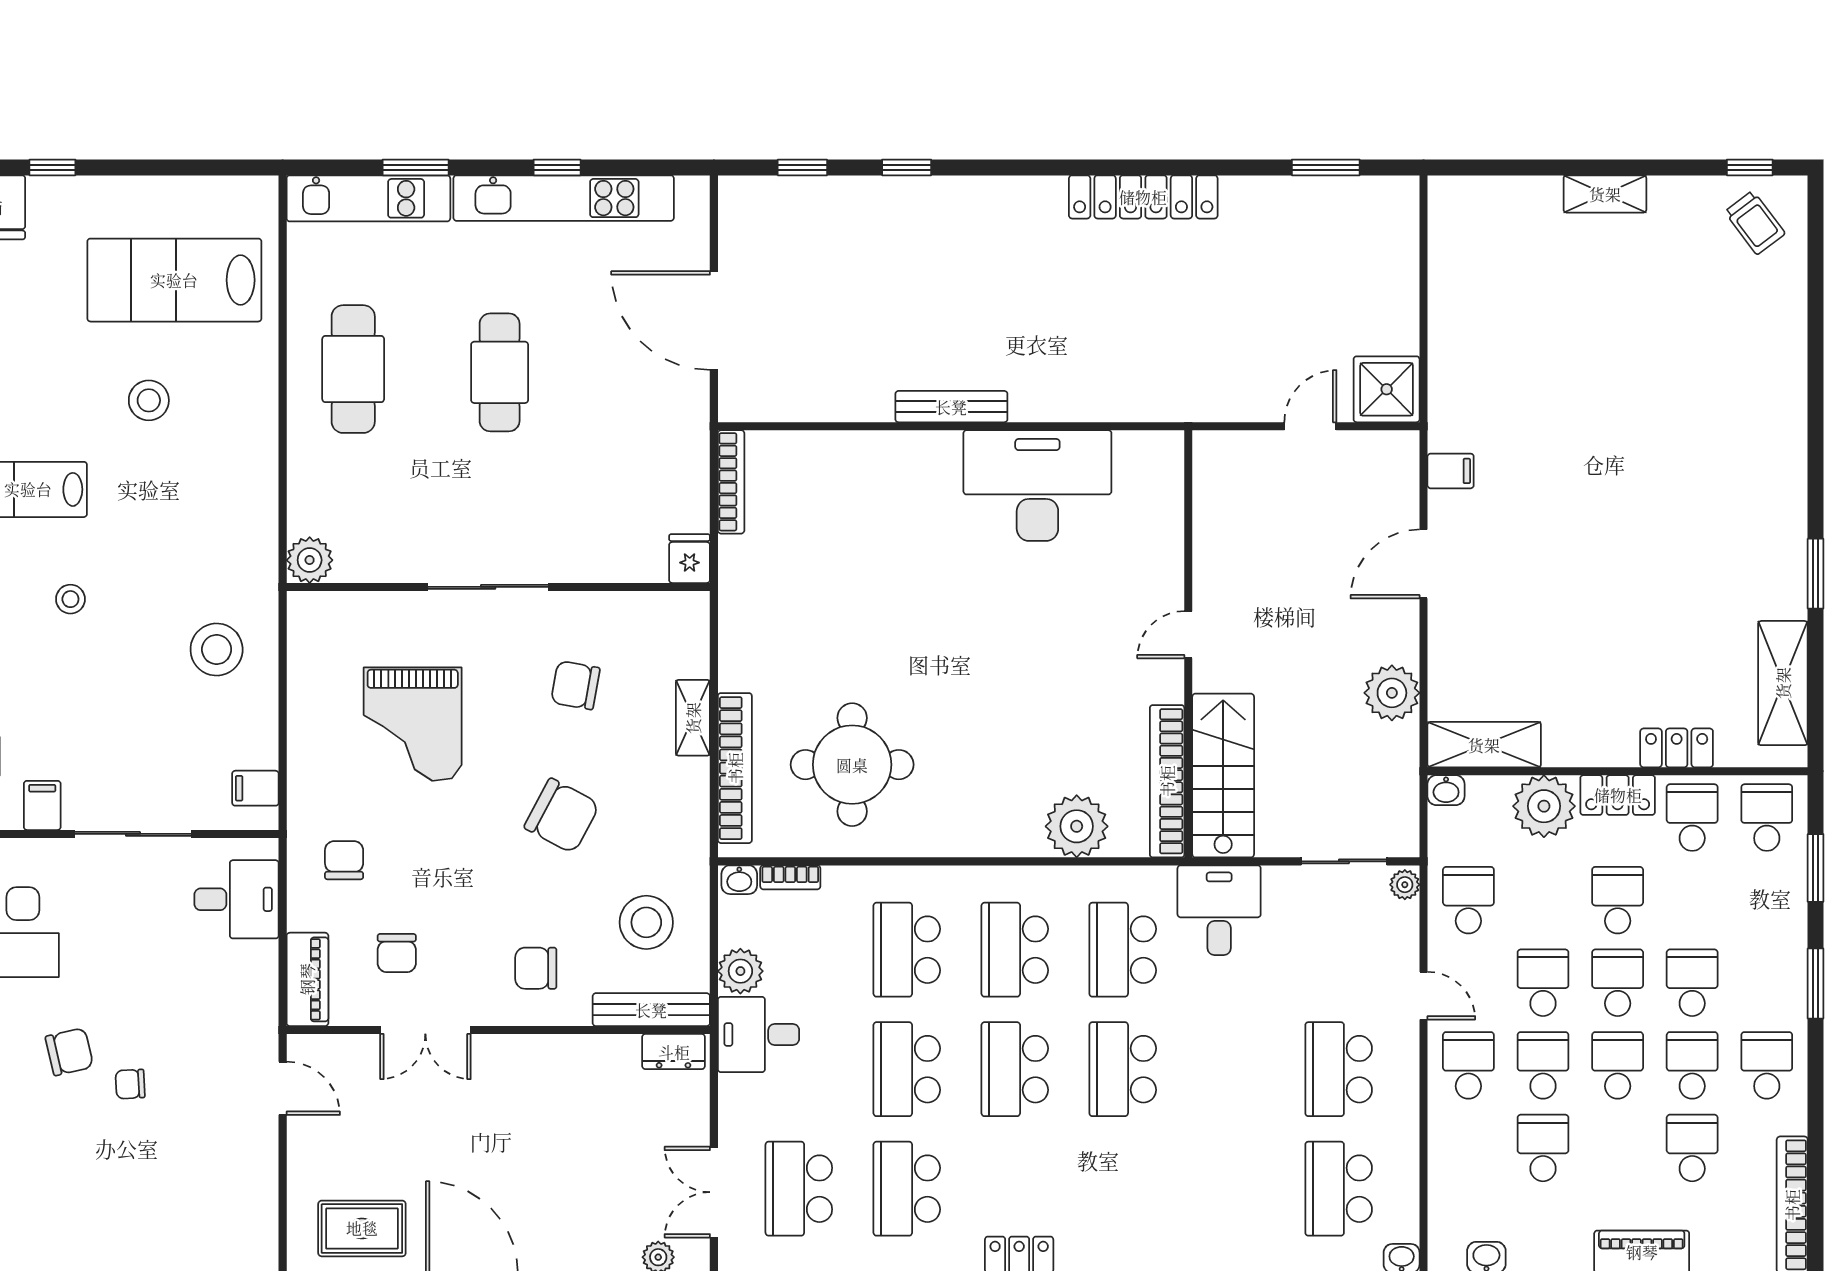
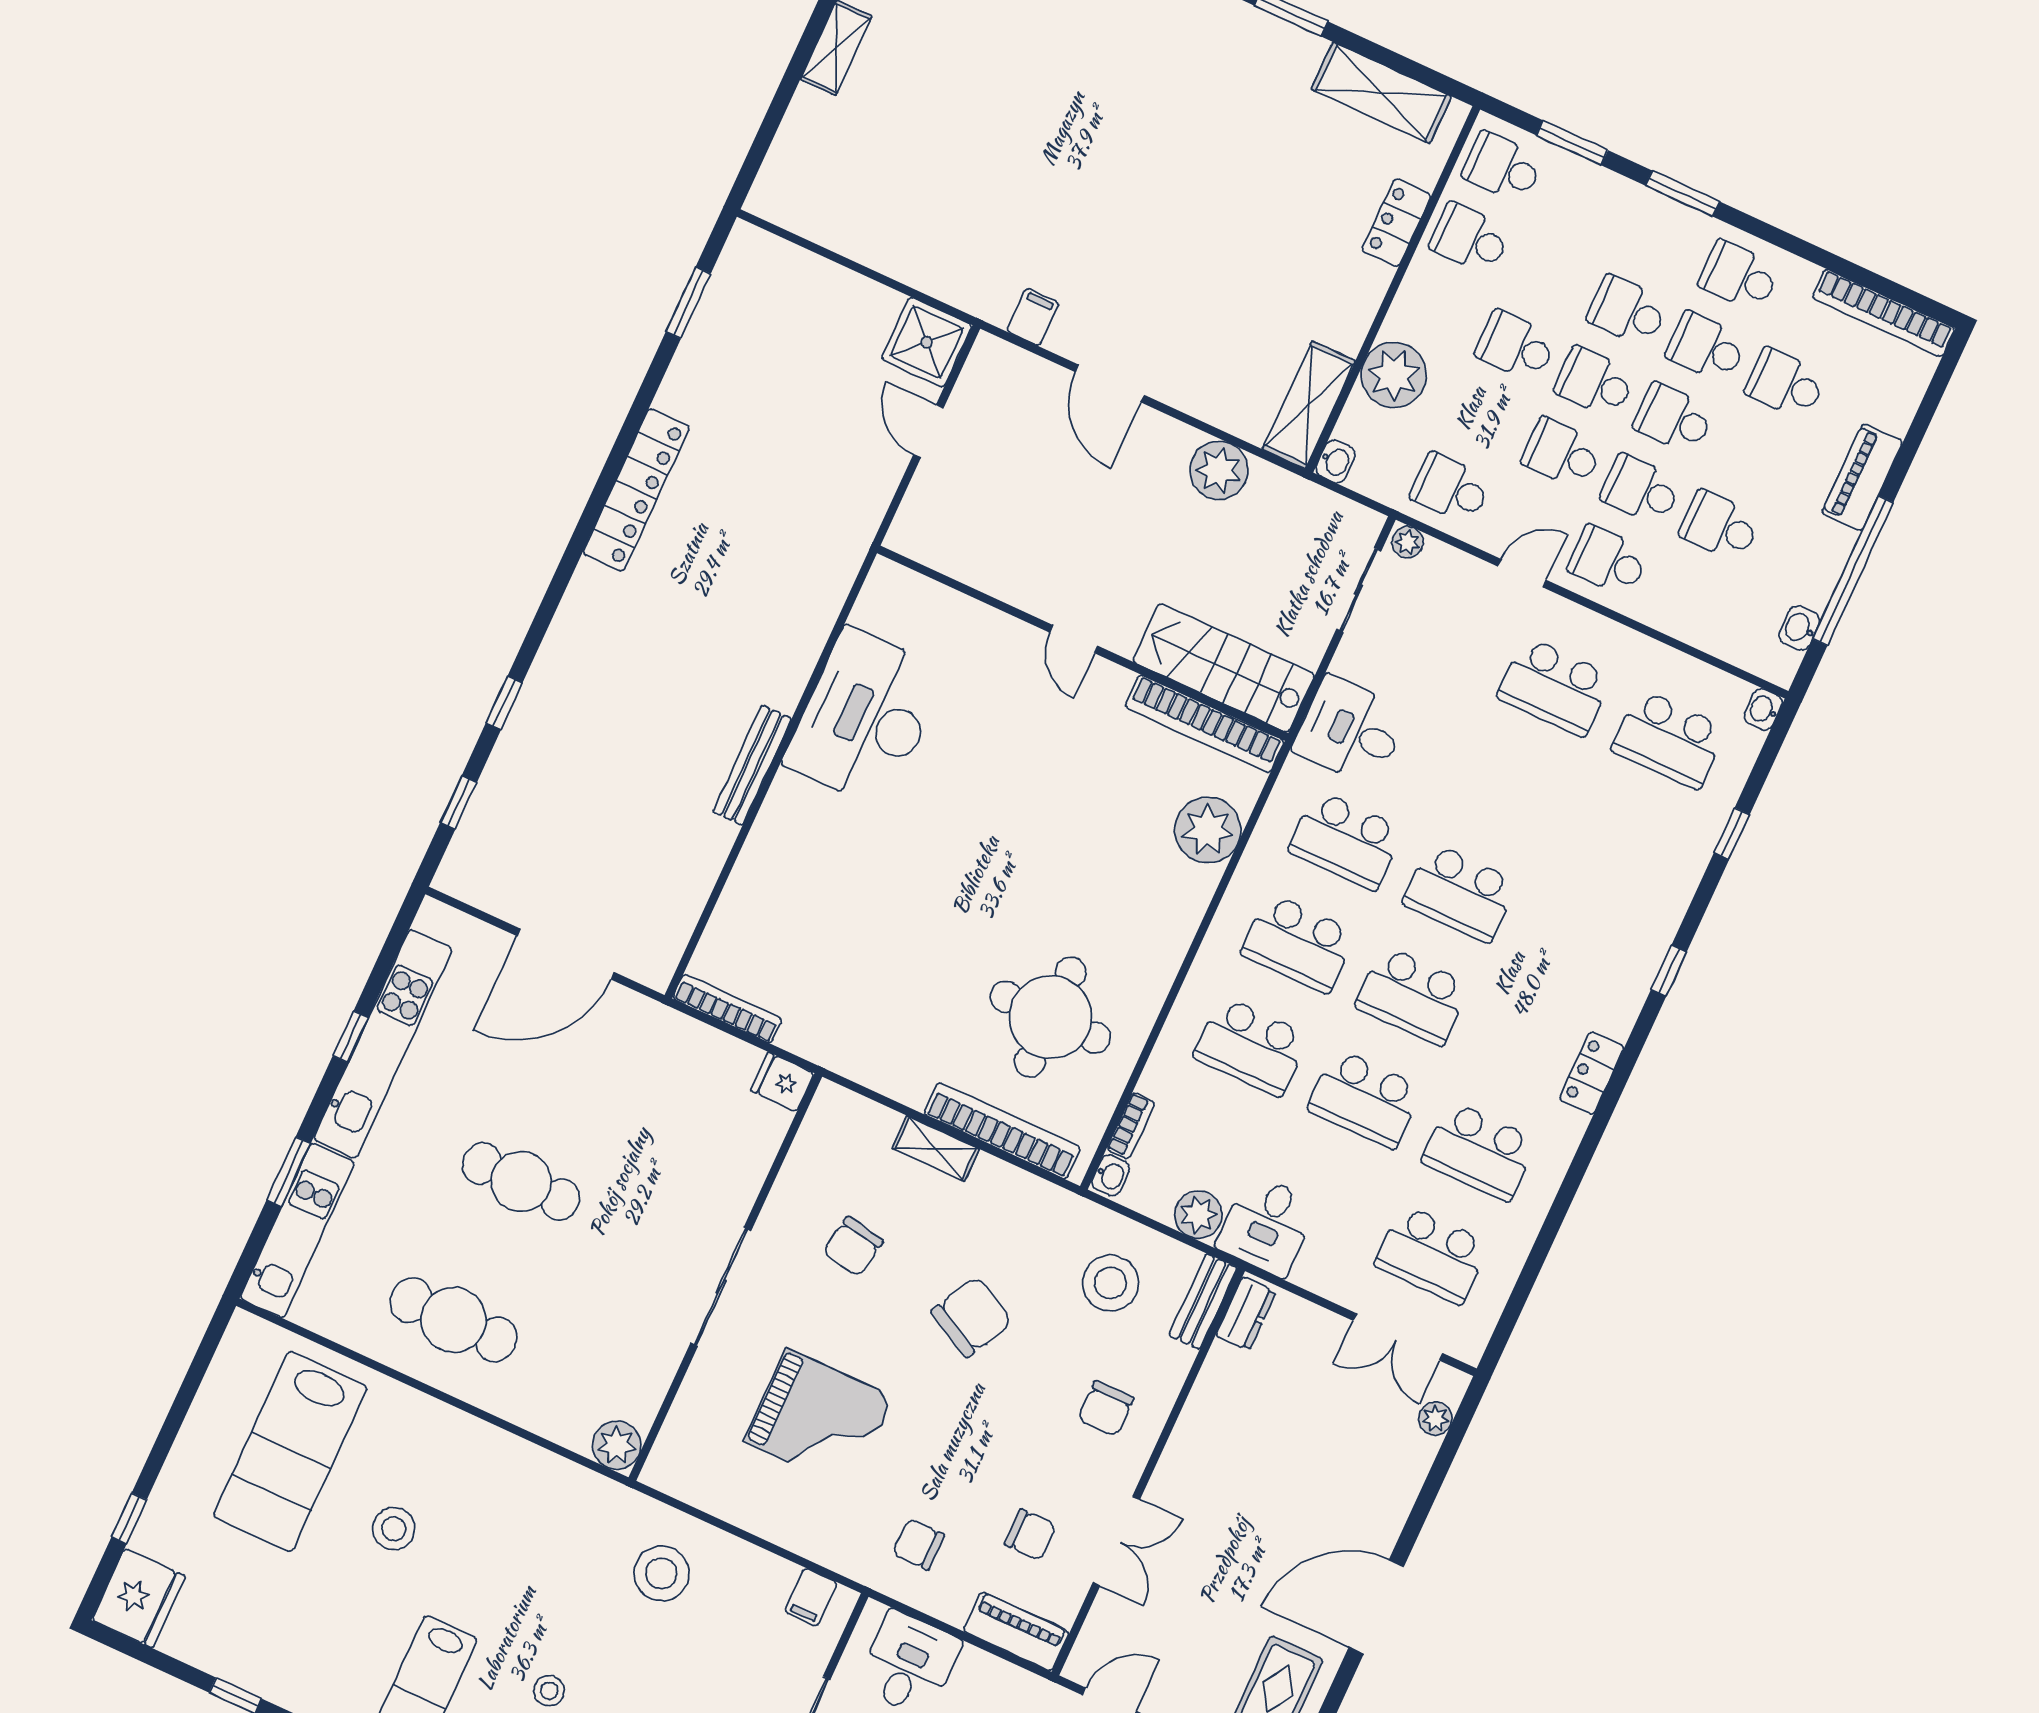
locker: (1618, 795) -> (1416, 300), removed
bench: (651, 1010) -> (1203, 1302), width x0.73

